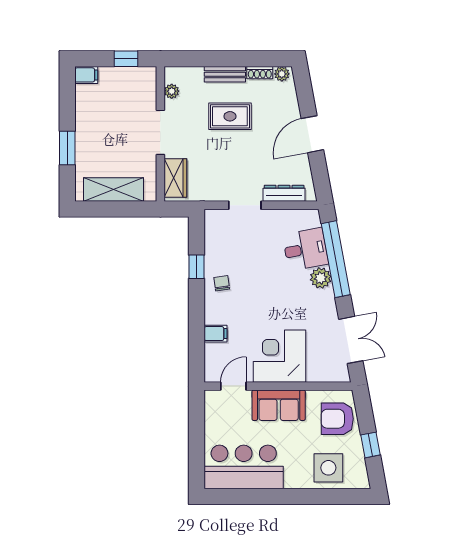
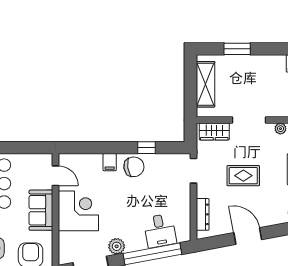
rug: (230, 116) -> (243, 176), moved, turned 90
doorway: (245, 205) -> (193, 171), moved
plant: (321, 278) -> (117, 246), moved
chair: (222, 283) -> (134, 167), width x1.87, depth x1.87
filing cabinet: (216, 334) -> (110, 162), moved

